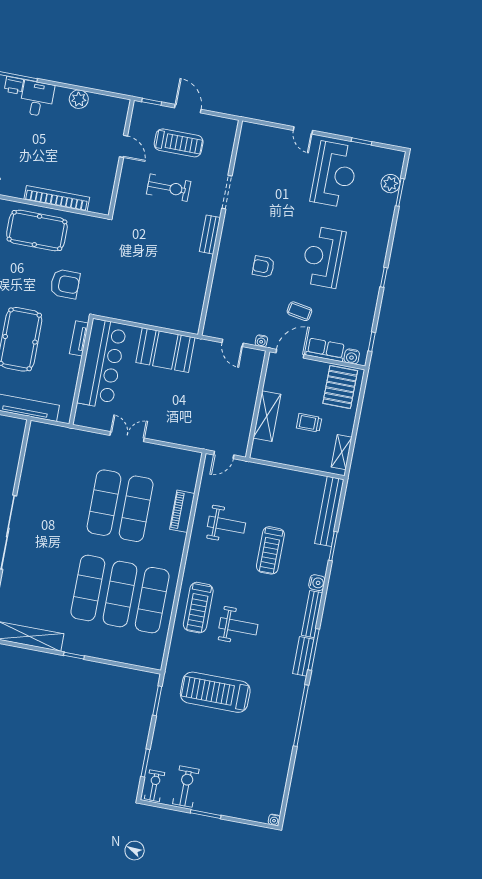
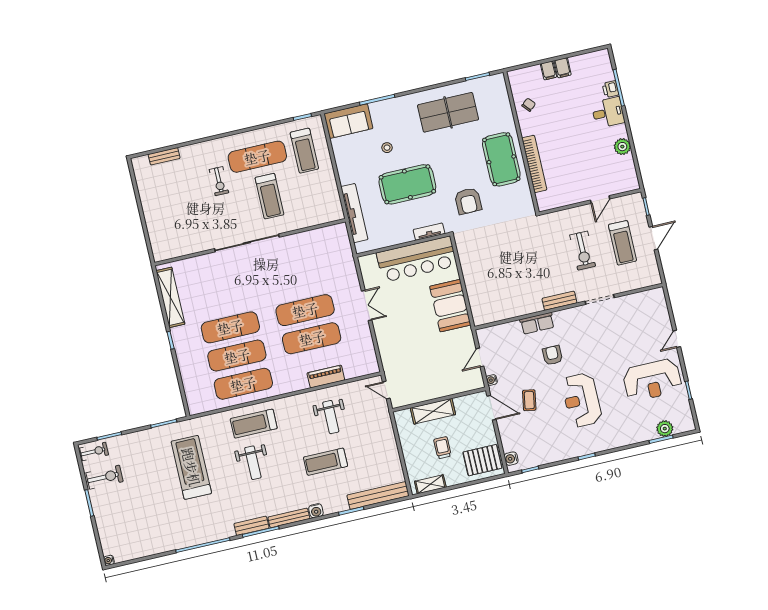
reception desk: (323, 257) -> (582, 400), turned -90
row of seats: (326, 350) -> (537, 323), moved, turned 90

